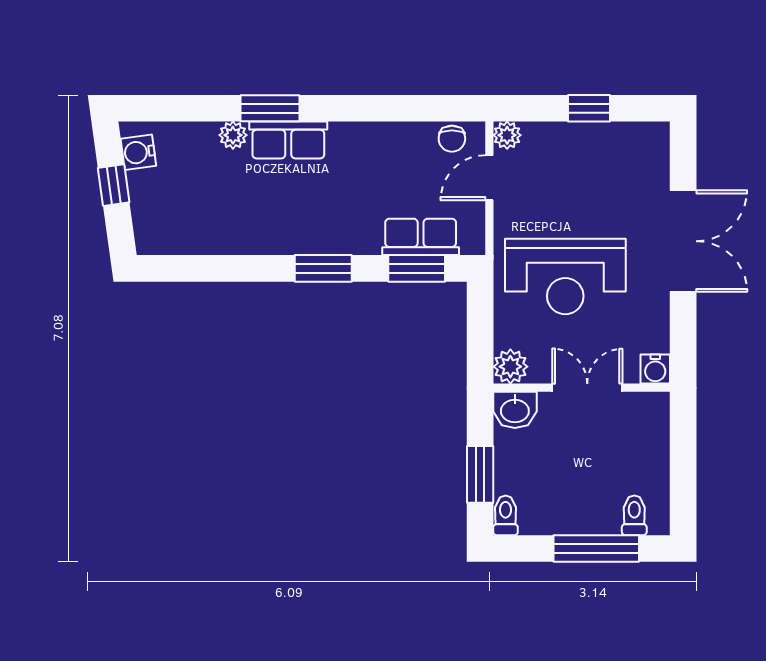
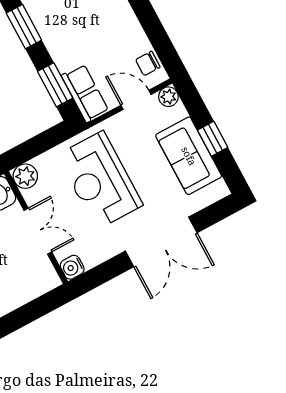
sofa: (594, 149) -> (189, 156), added
row of seats: (421, 237) -> (85, 93), moved

